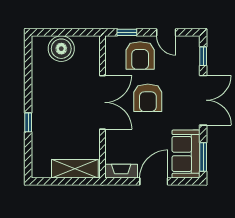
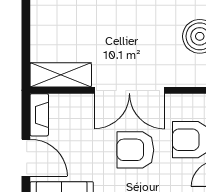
shelving: (75, 169) -> (61, 75), moved, turned 90

